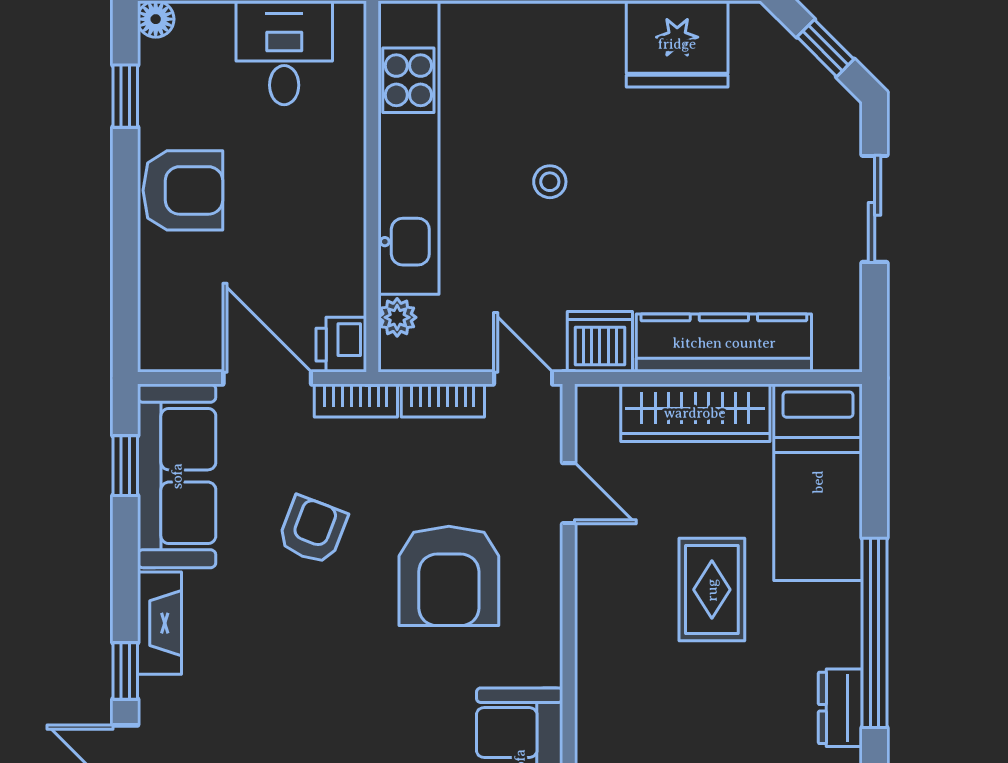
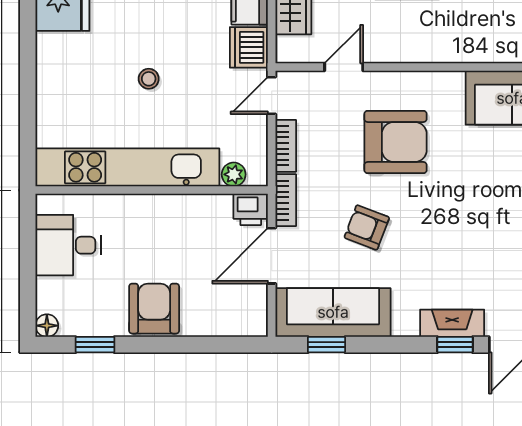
fireplace: (159, 623) -> (452, 323), moved

